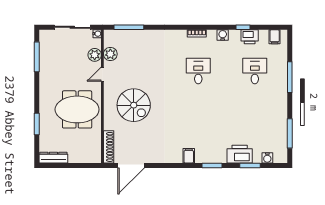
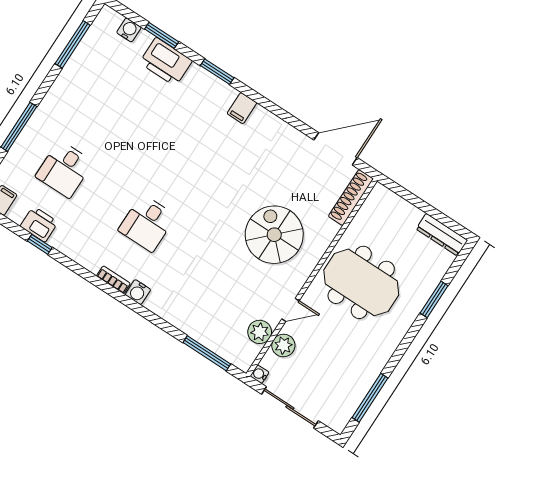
water cooler: (223, 35) -> (138, 292), moved

